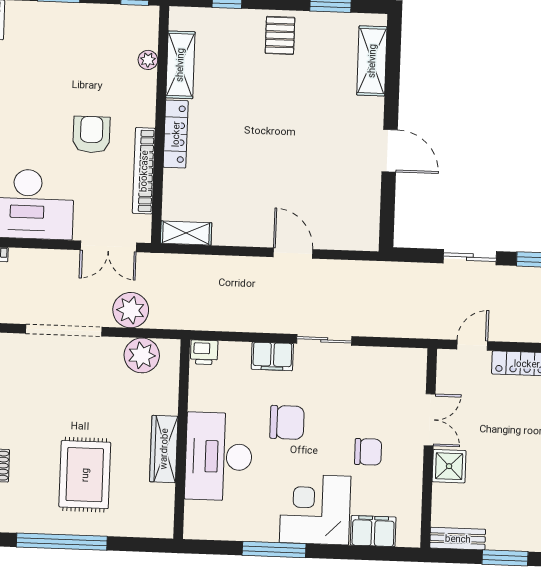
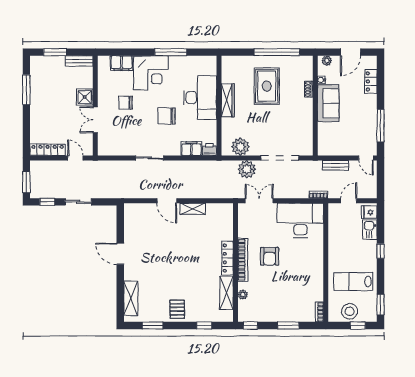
bookcase: (144, 171) -> (243, 260), moved
shelving: (186, 233) -> (193, 209), moved
door: (472, 345) -> (75, 158), swing flipped
filing cabinet: (272, 356) -> (191, 149), moved

